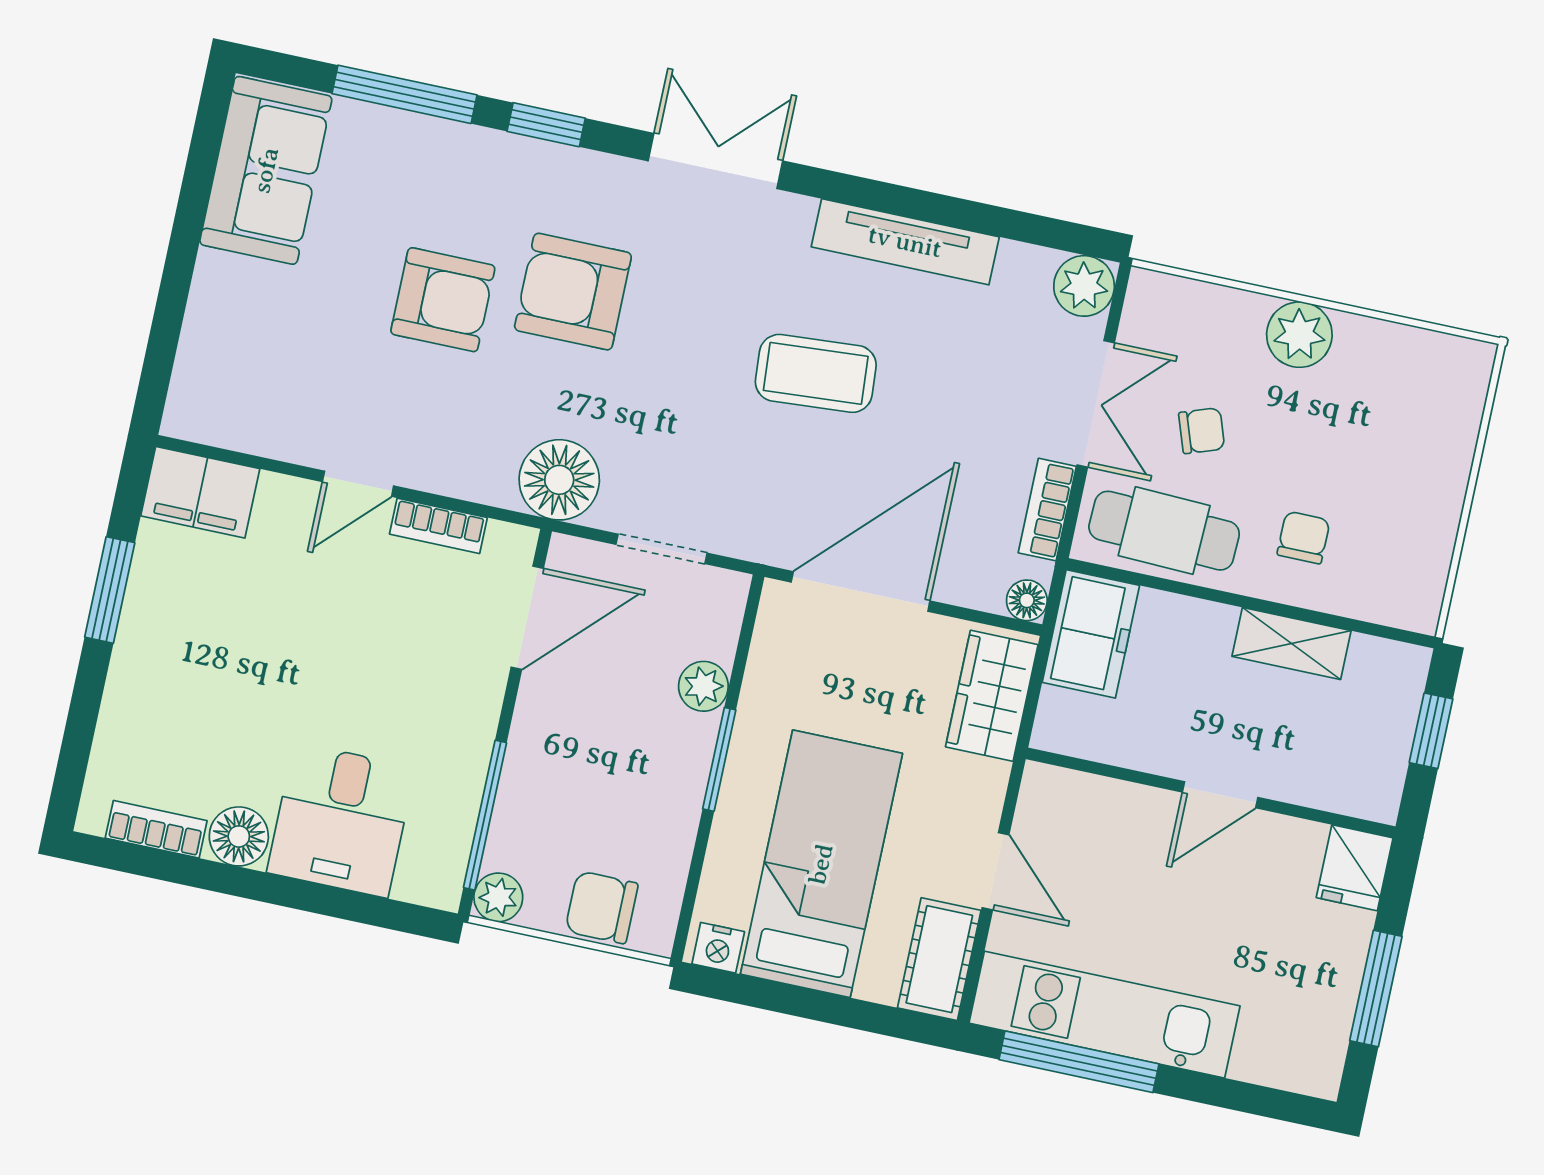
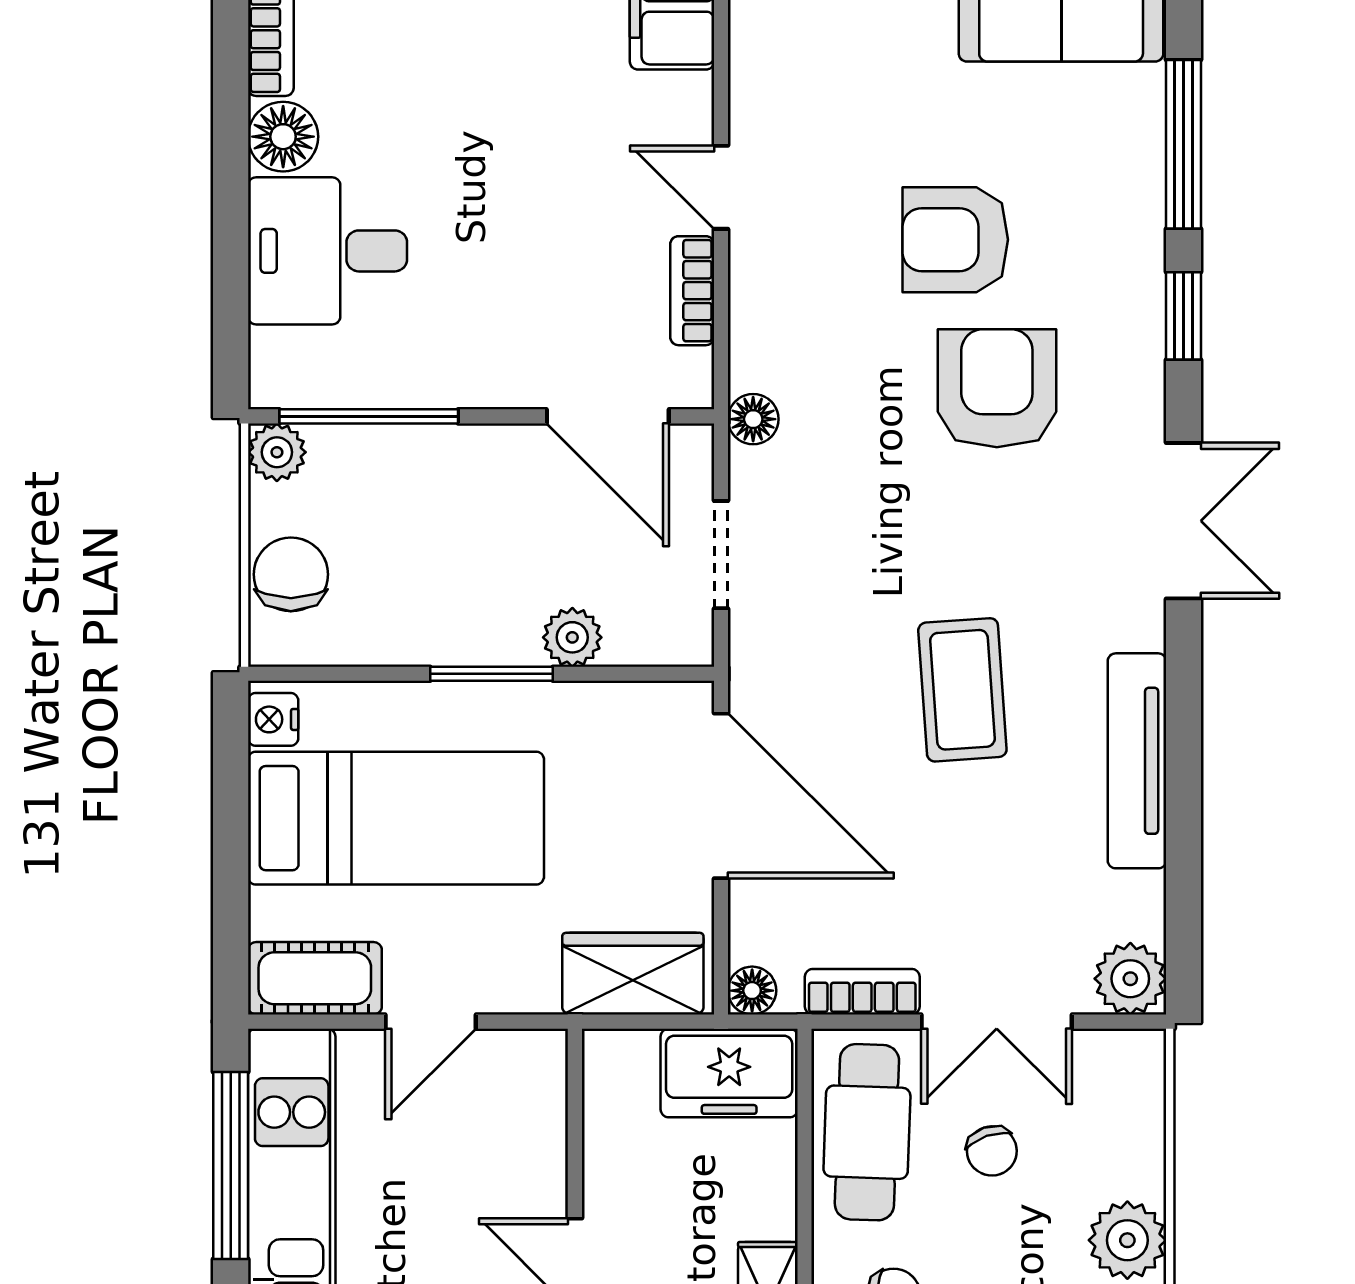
armchair: (443, 300) -> (955, 240), turned 90
floor lamp: (559, 480) -> (753, 419), width x0.53, depth x0.53

